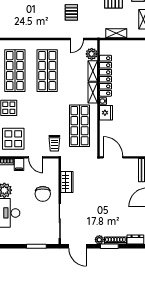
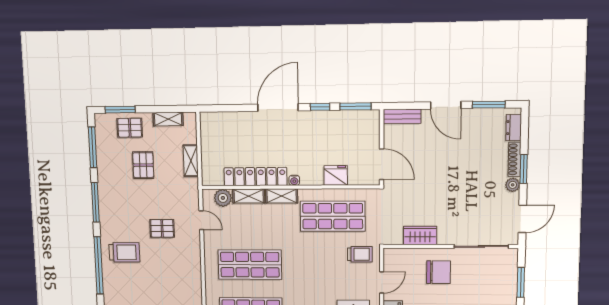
fridge: (106, 113) -> (336, 175), moved
door: (113, 157) -> (382, 164), swing flipped

